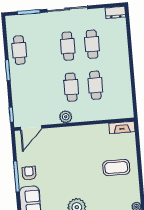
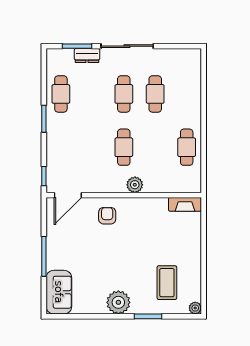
dresser: (115, 12) -> (87, 56), moved
cafe table: (95, 85) -> (187, 147), moved
plant: (66, 117) -> (135, 185), moved
coffee table: (116, 168) -> (167, 283), moved, turned 90
armchair: (29, 173) -> (107, 216), moved

